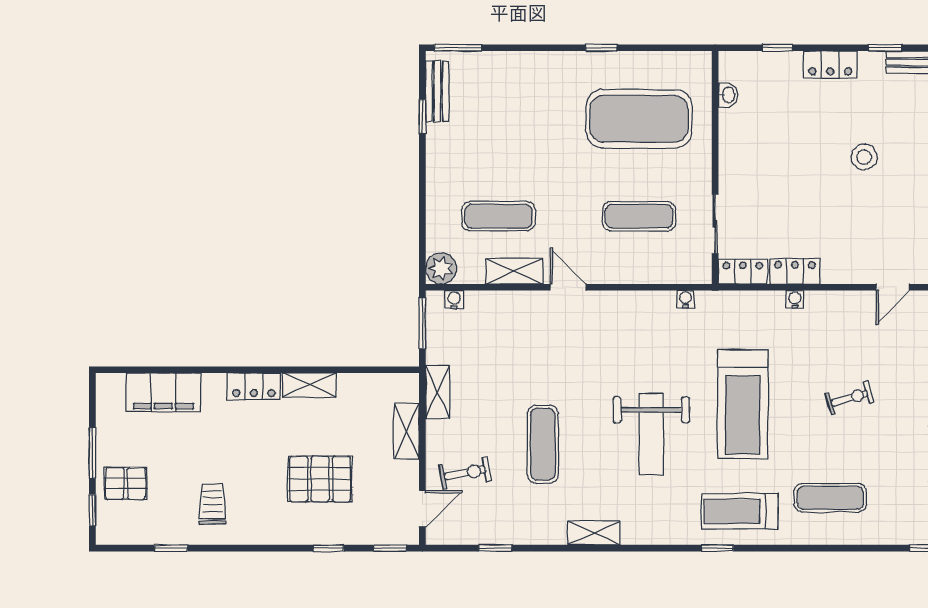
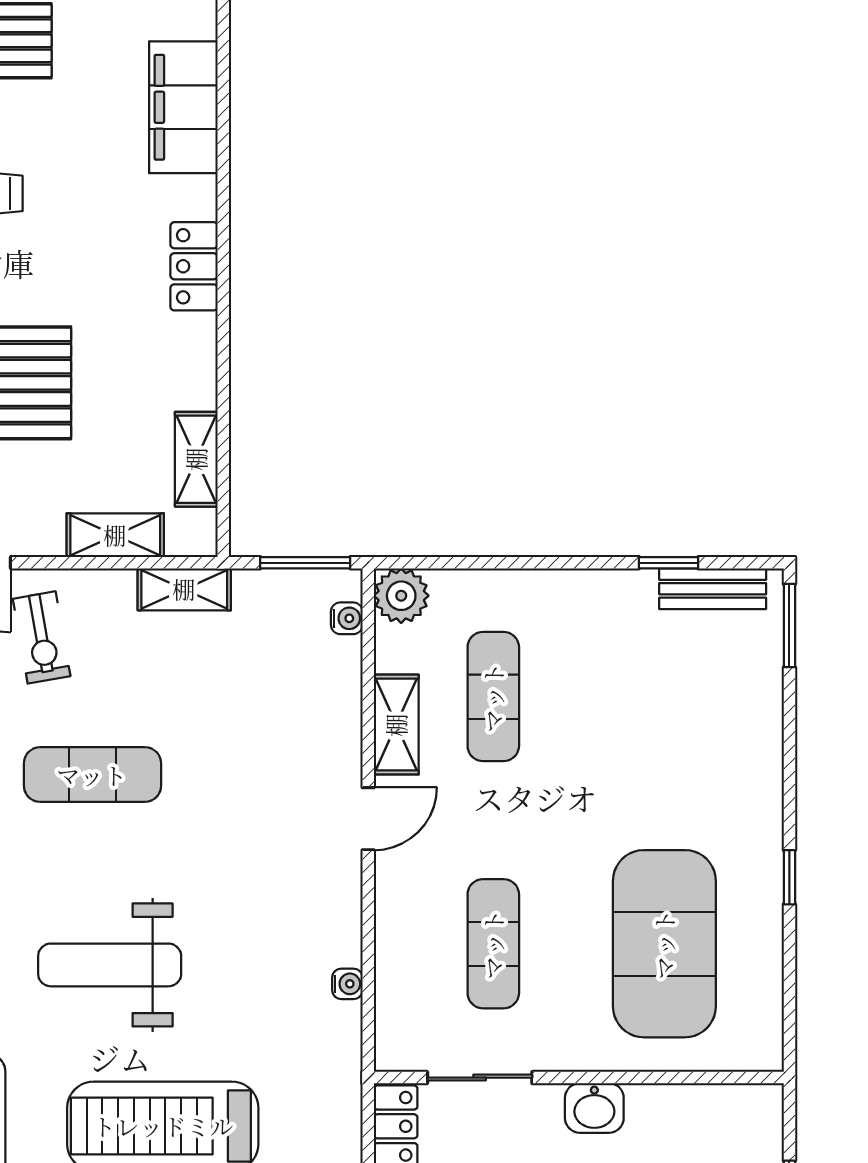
washbasin: (728, 95) -> (594, 1108), moved, width x1.38, depth x1.45
water cooler: (685, 299) -> (347, 984), moved
shelving: (309, 385) -> (196, 459), moved

